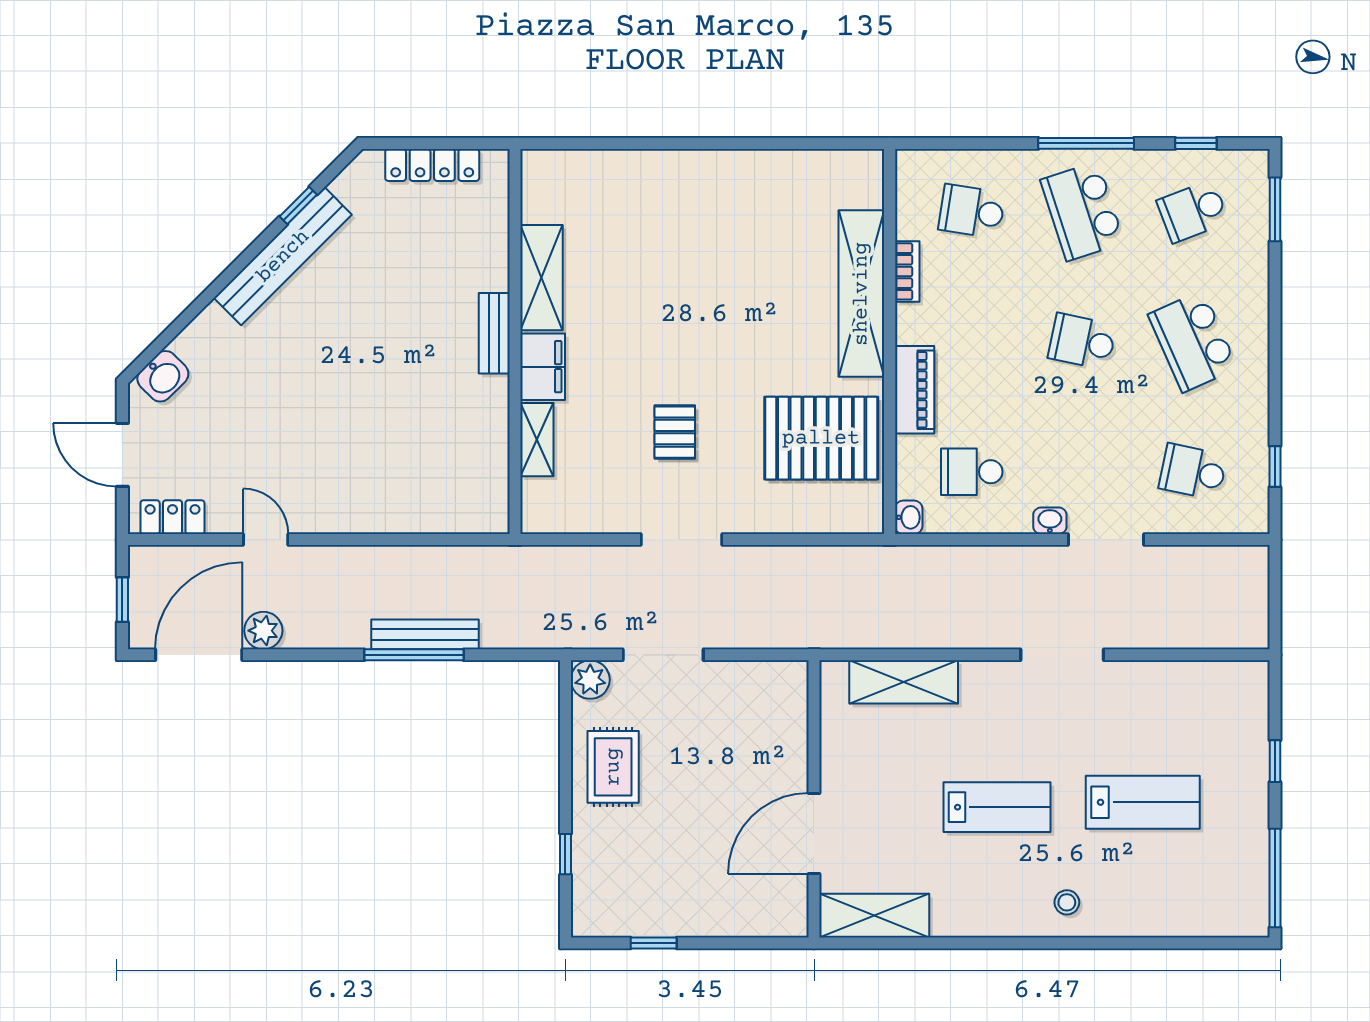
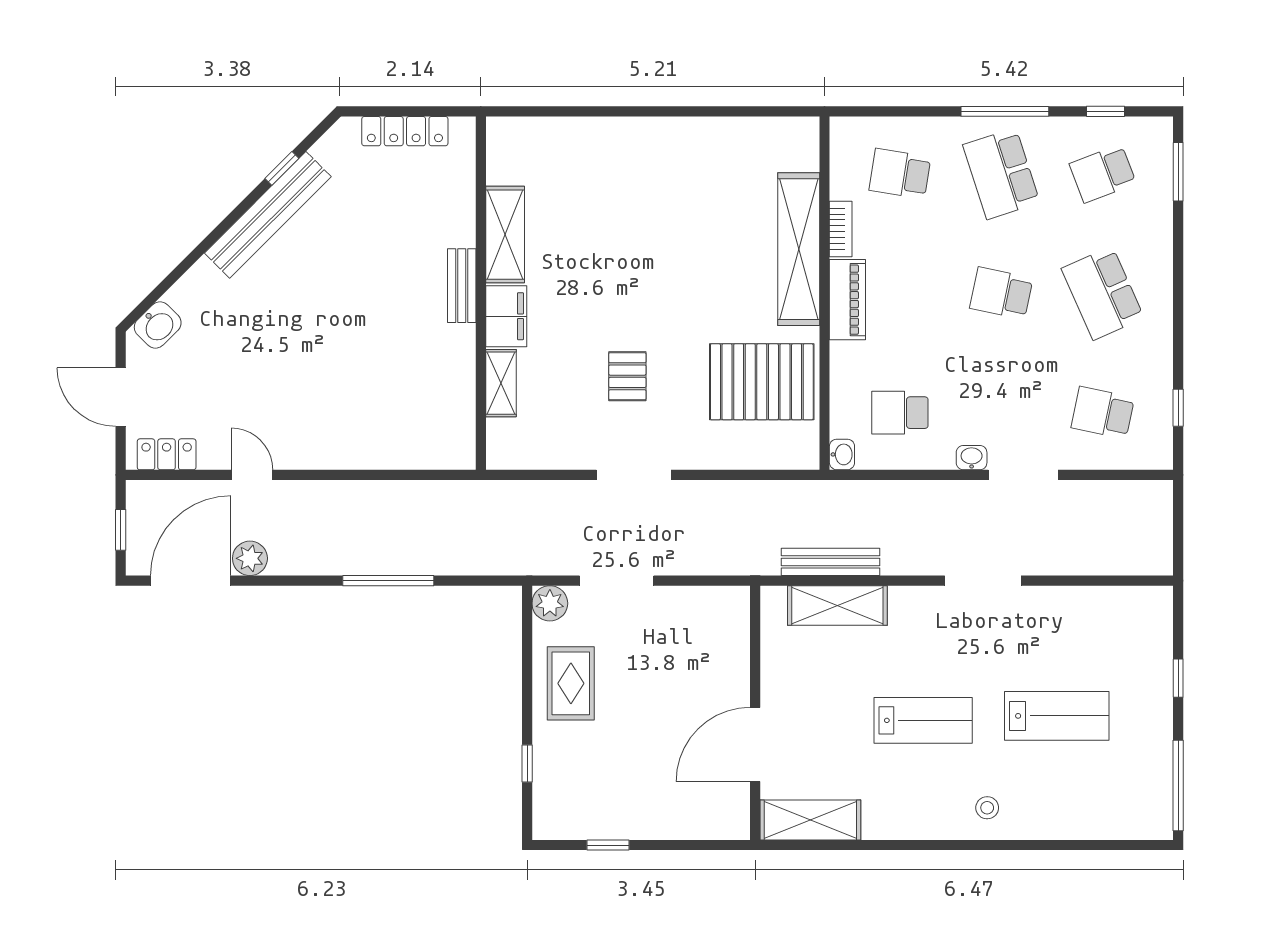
piano: (915, 390) -> (847, 300), moved
bench: (425, 634) -> (831, 562), moved

